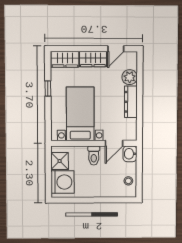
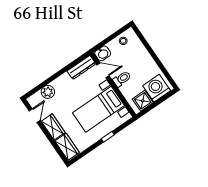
door: (116, 49) -> (35, 116), hinge flipped
window: (48, 89) -> (108, 137), moved
dresser: (131, 102) -> (81, 67), moved

